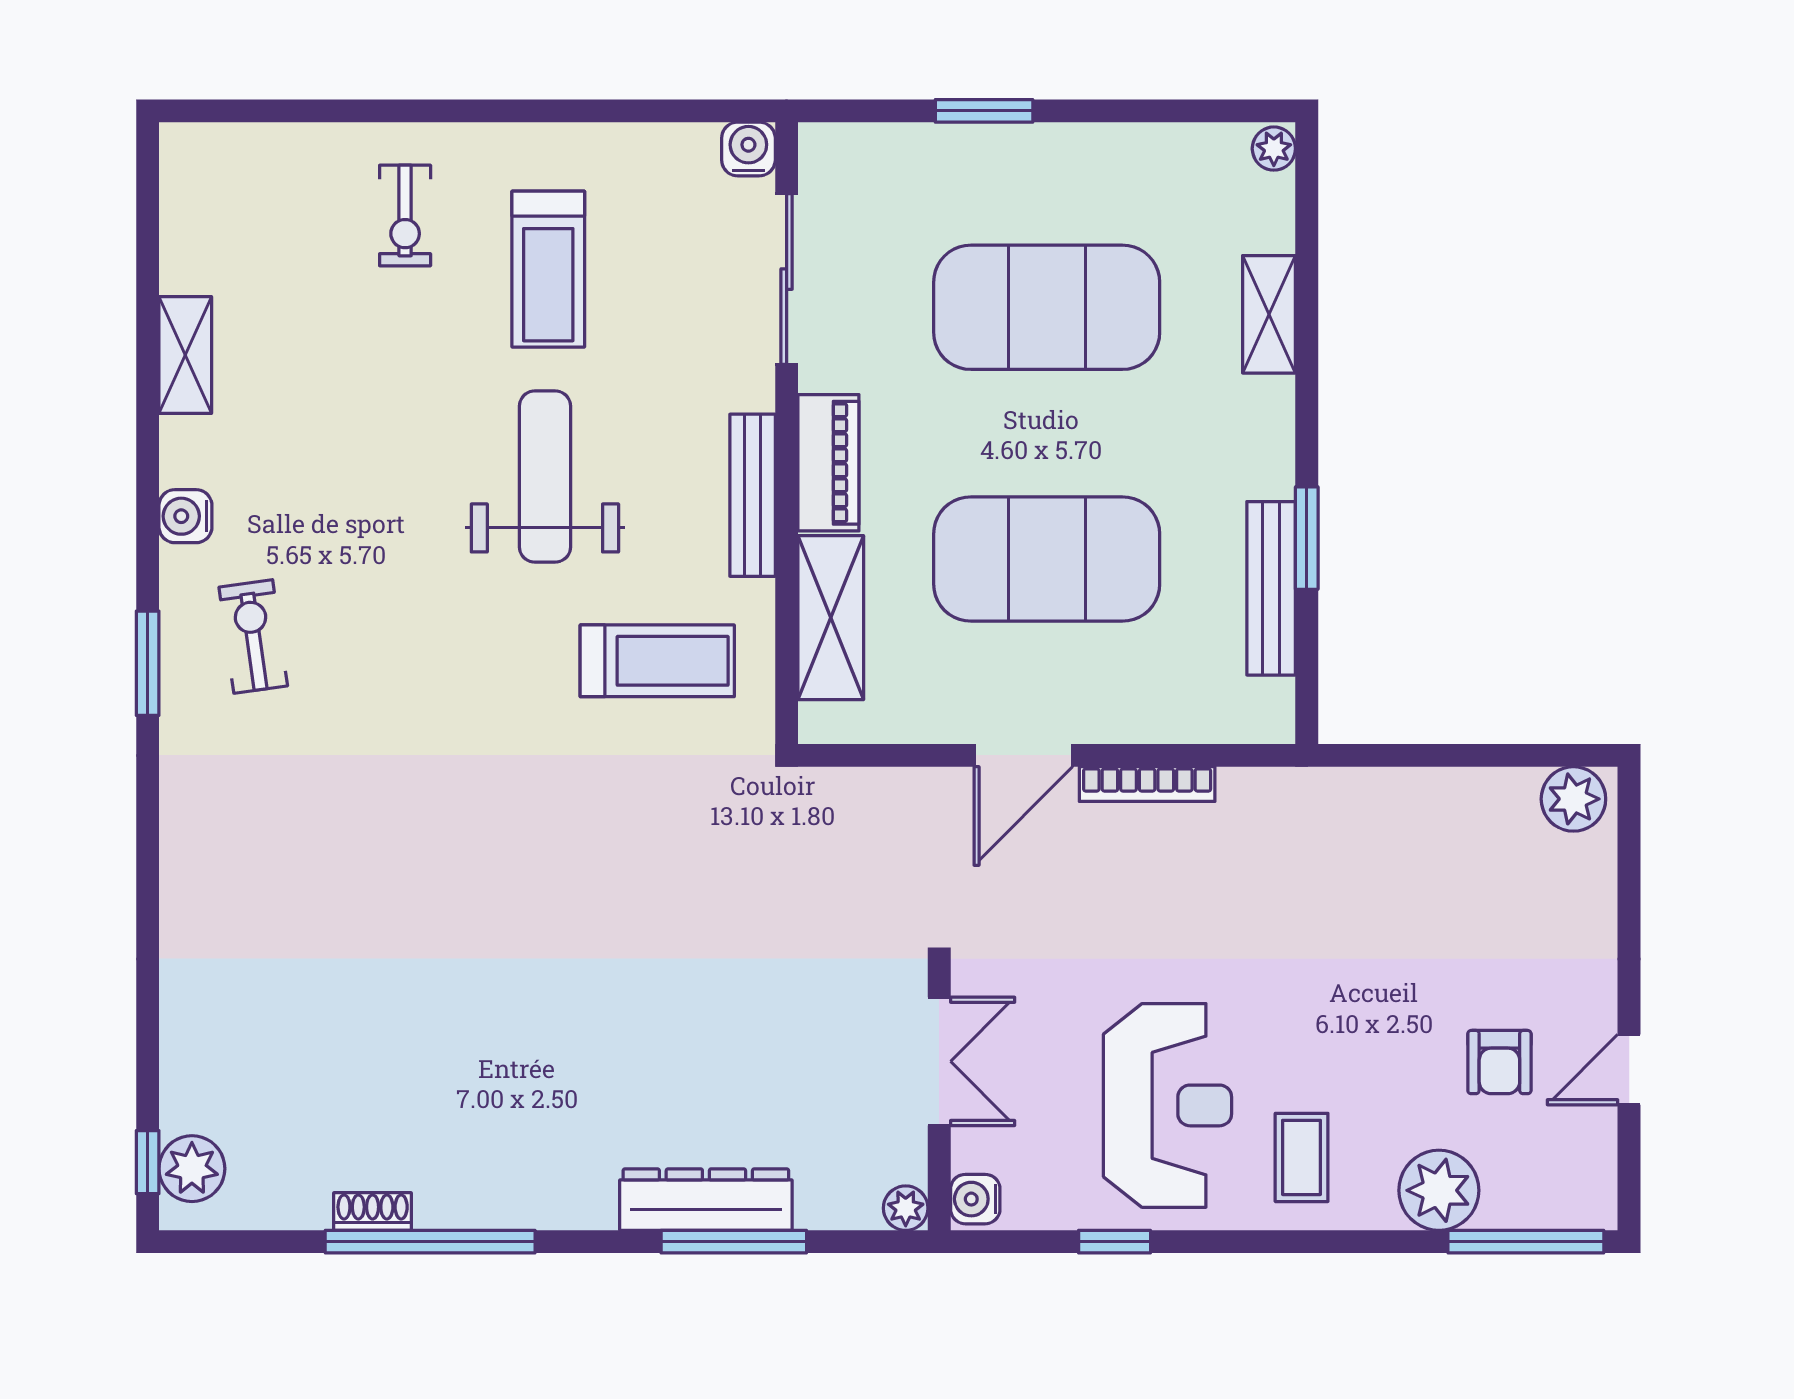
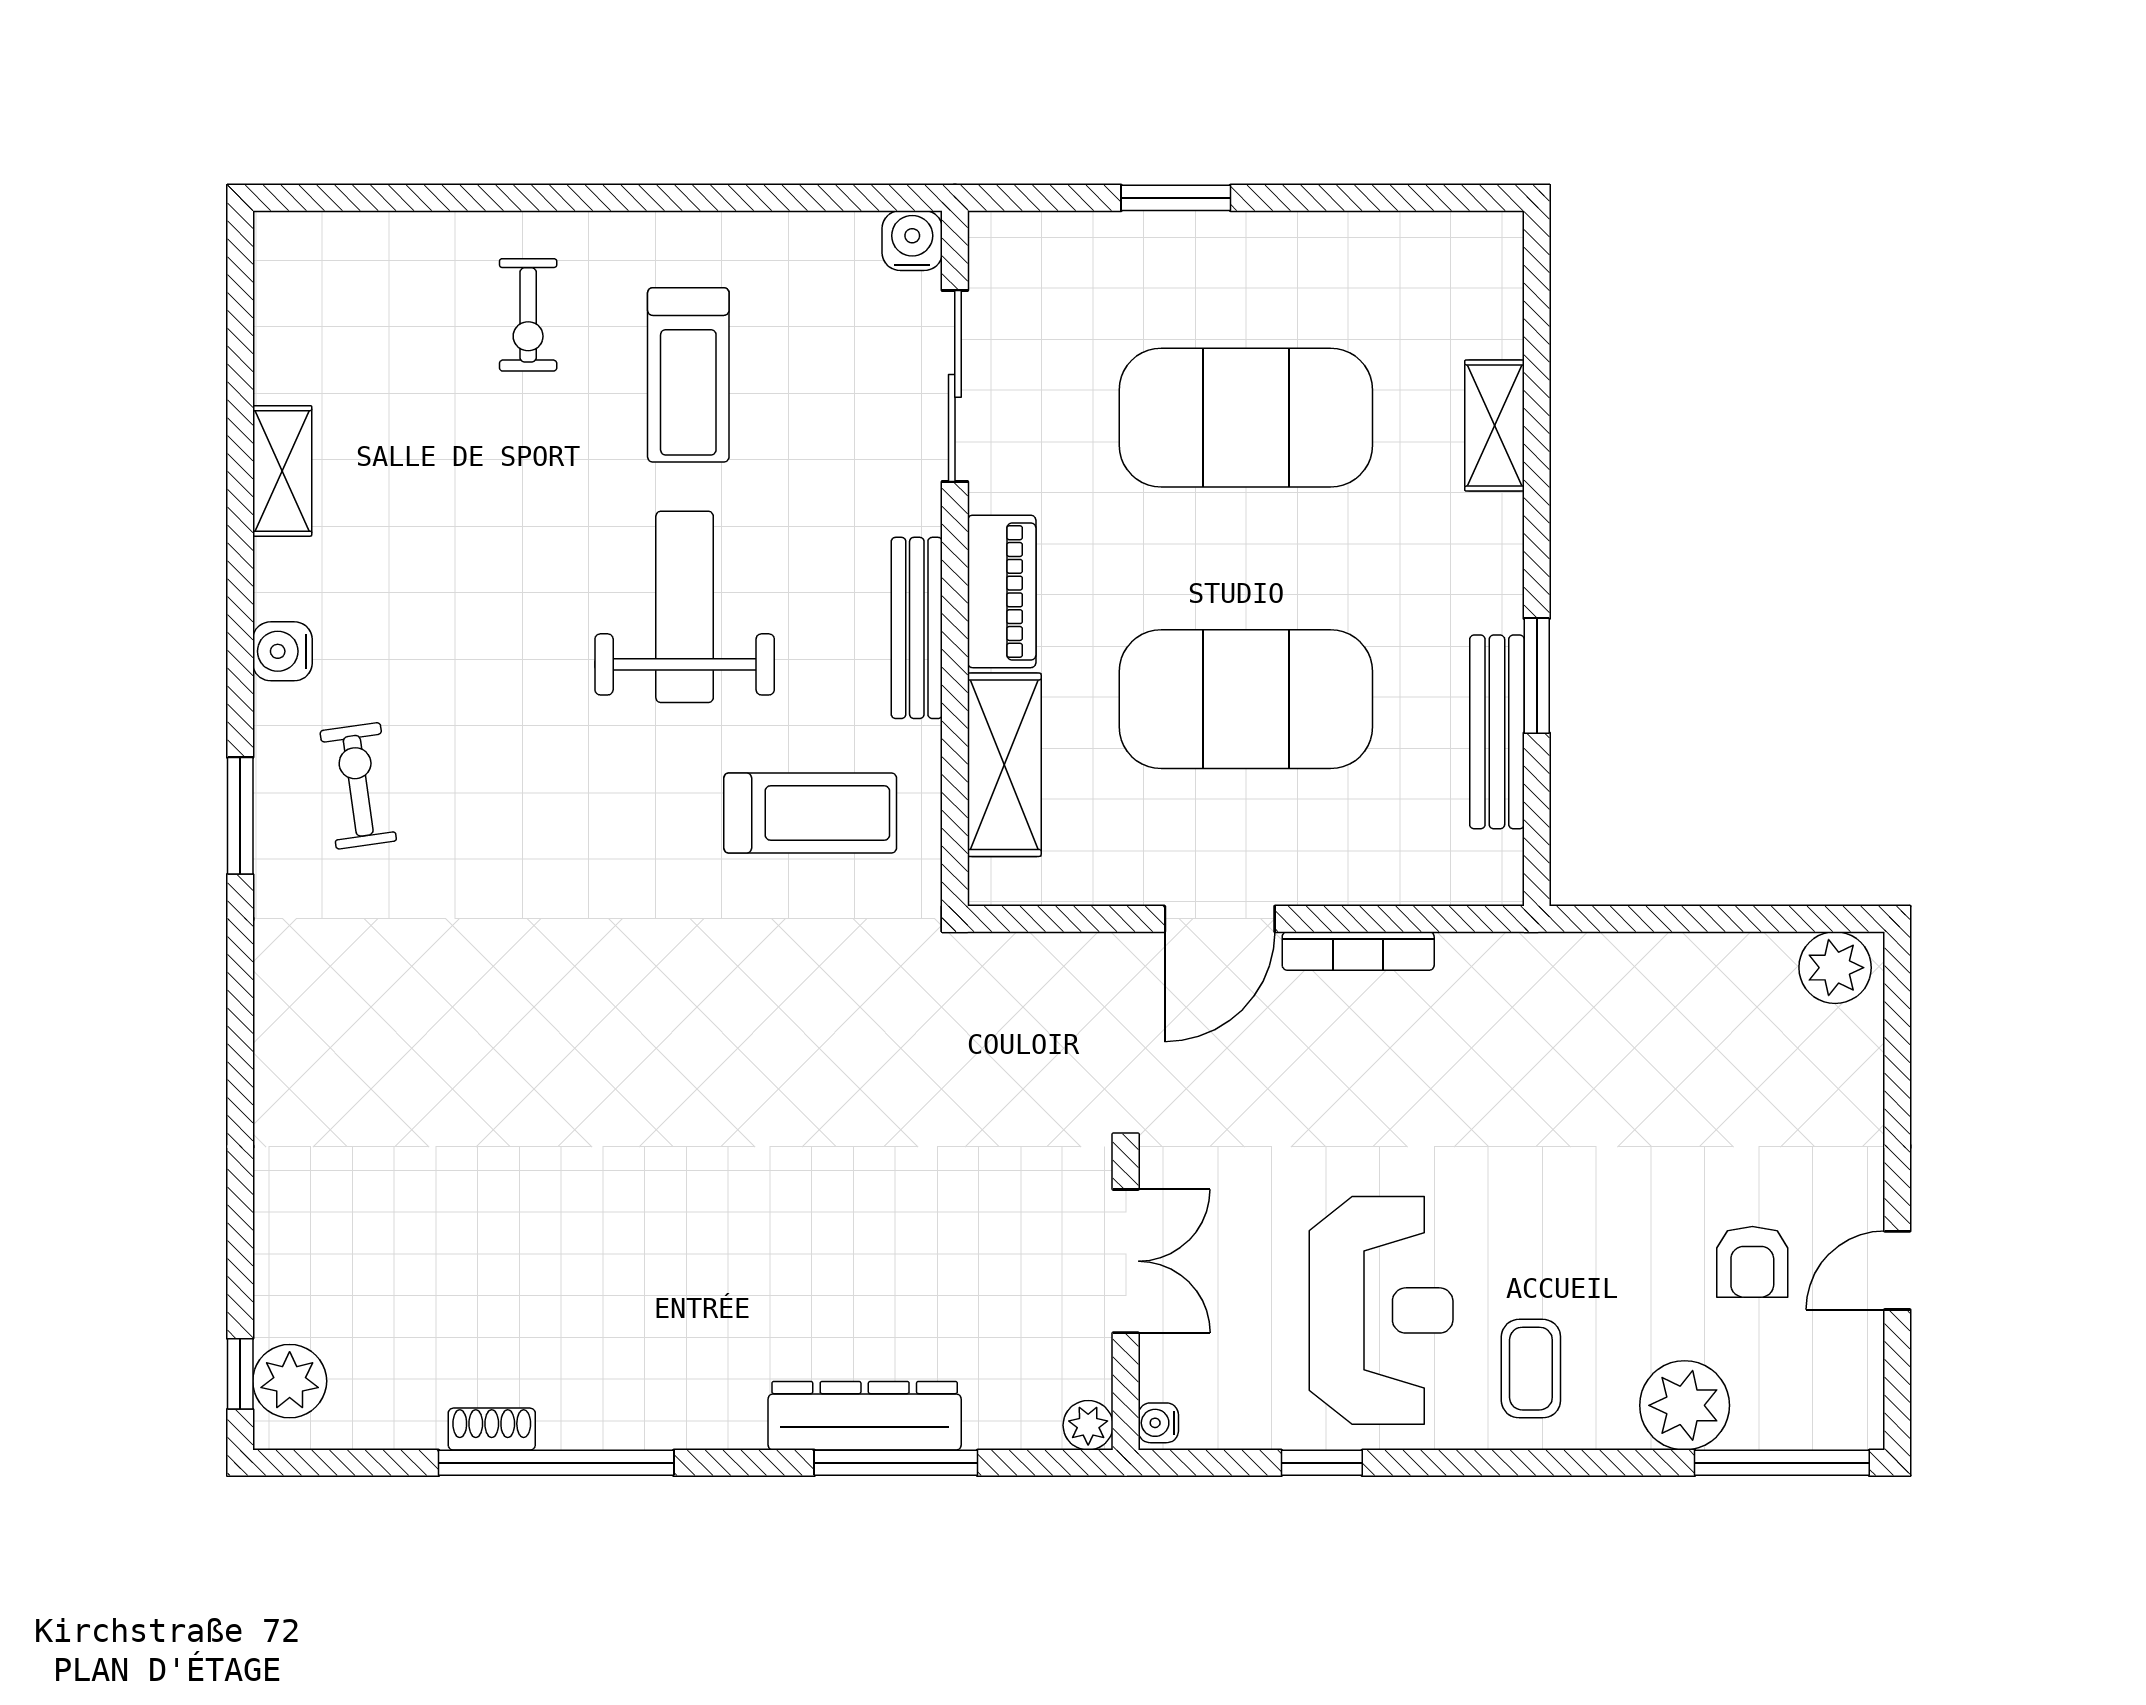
plant: (1274, 149) -> (1500, 240), removed
water cooler: (975, 1199) -> (1158, 1423), width x0.72, depth x0.72

